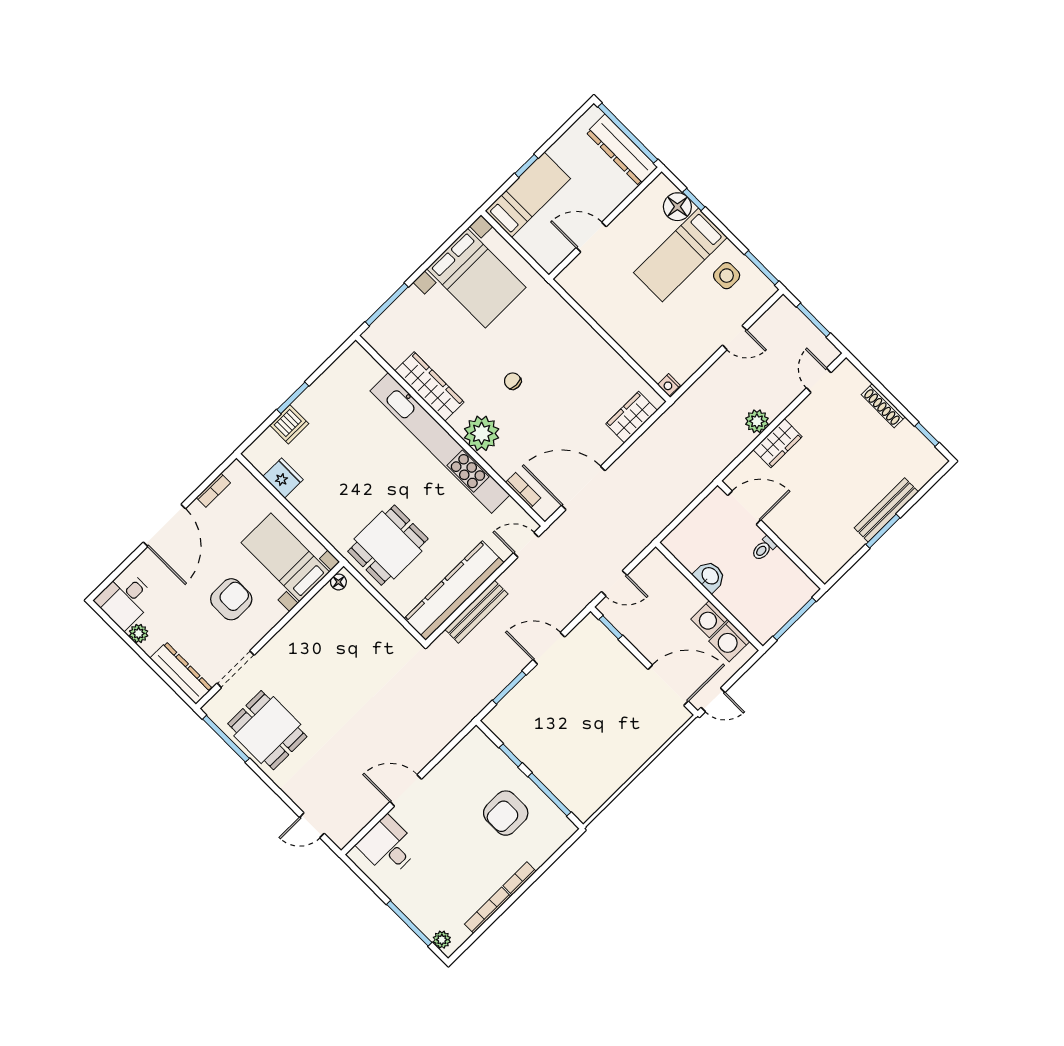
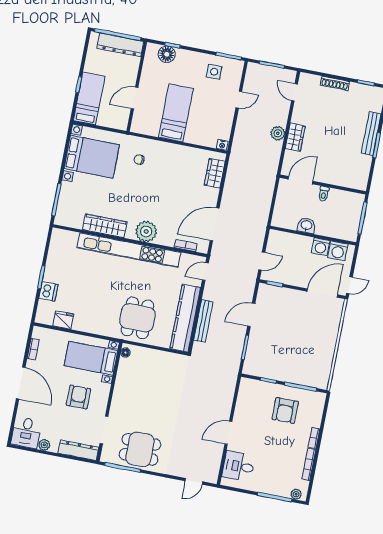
bed: (680, 255) -> (176, 113), moved, turned 180
chair: (513, 381) -> (139, 159), moved

